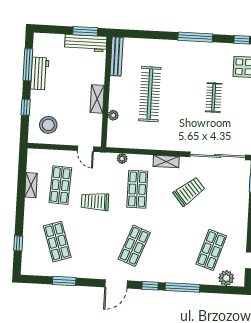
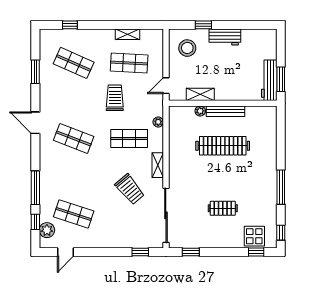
bench: (117, 56) -> (225, 111), moved
window: (28, 65) -> (245, 25), removed
workbench: (40, 73) -> (225, 37), moved
shelving: (97, 99) -> (200, 94), moved
shop shelf: (57, 242) -> (74, 63), turned 42
window: (150, 286) -> (35, 222), moved

